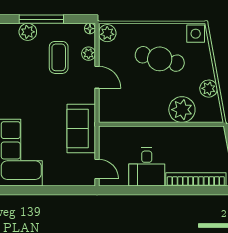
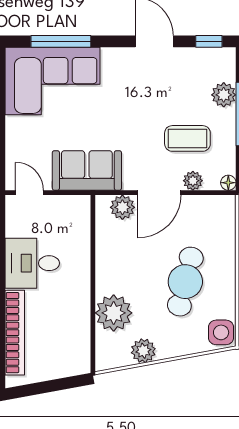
plant: (107, 33) -> (122, 207), moved
door: (97, 77) -> (159, 193), width x1.38
door: (97, 169) -> (29, 193), swing flipped

